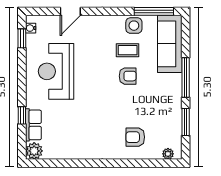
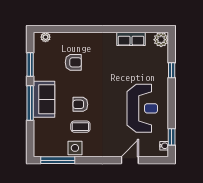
sofa: (170, 44) -> (44, 99), moved, width x0.73
row of seats: (33, 125) -> (131, 39), moved, turned -90
armchair: (135, 137) -> (73, 62), moved

